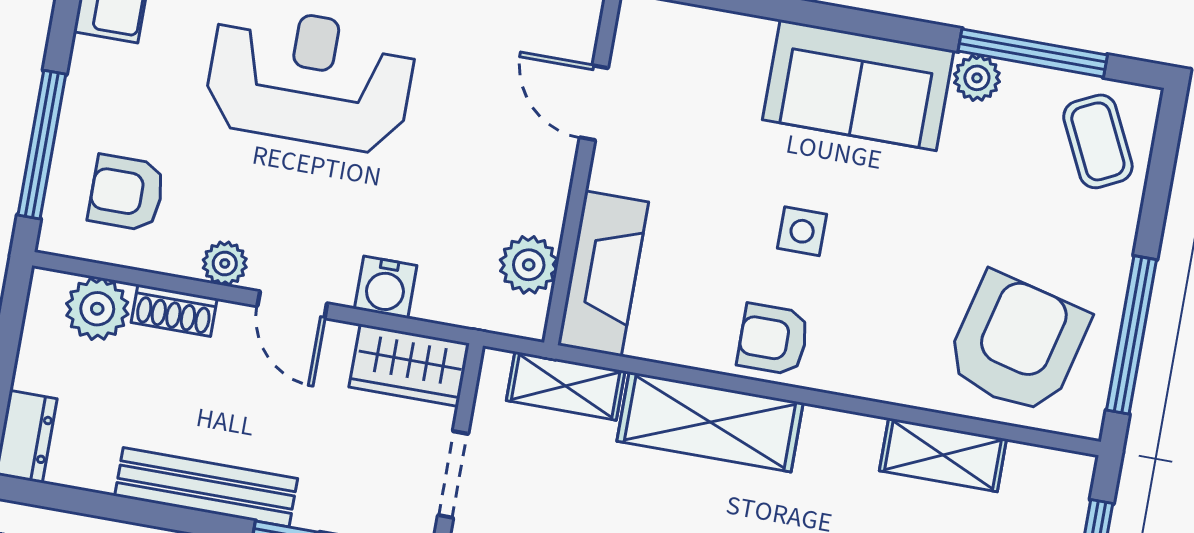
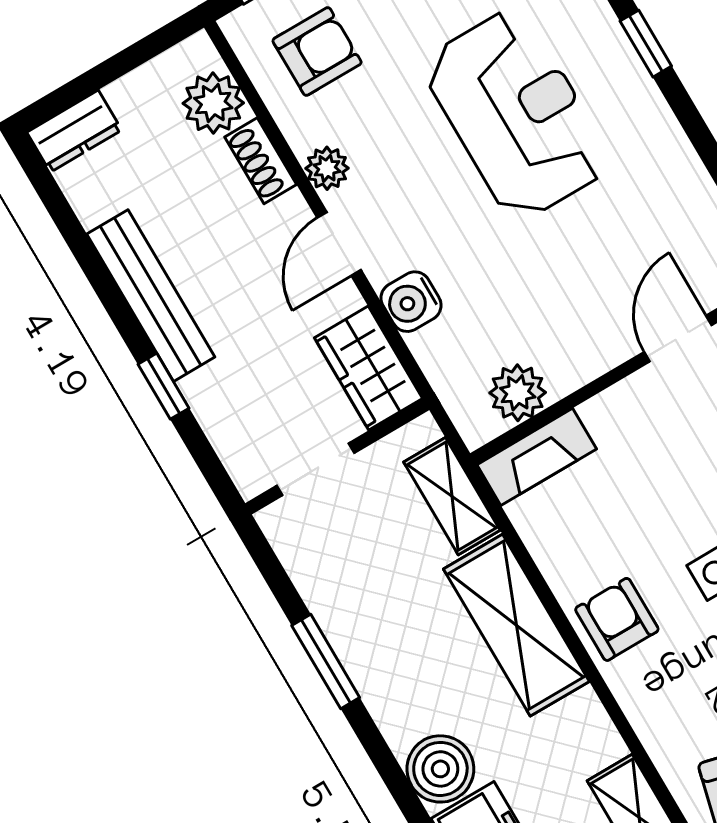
armchair: (127, 193) -> (317, 51), turned 90
fireplace: (603, 274) -> (537, 457), width x0.73, depth x0.76

